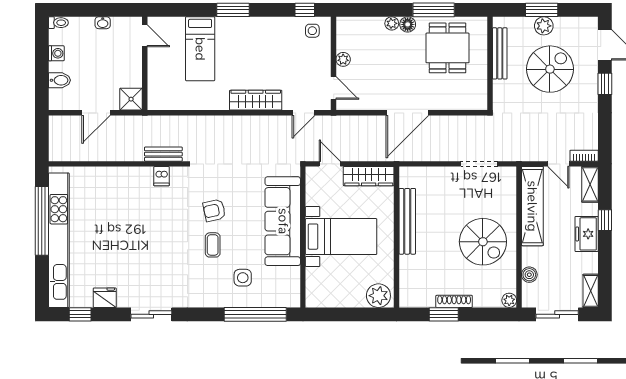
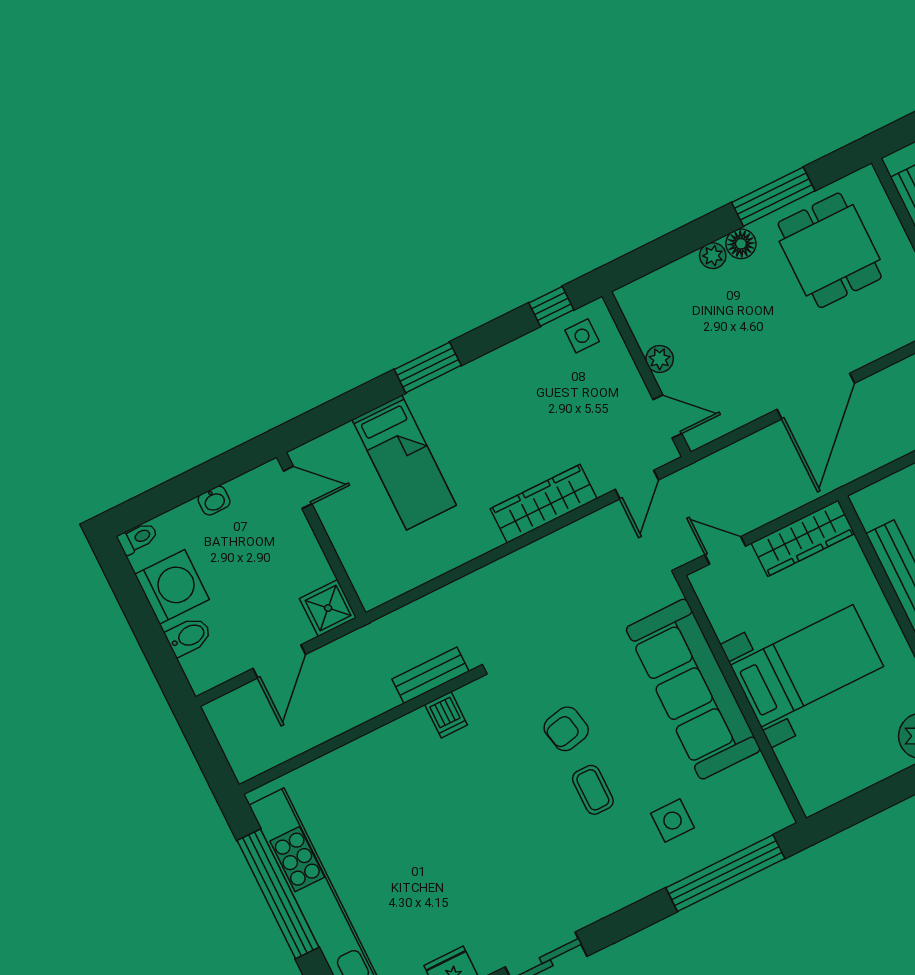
washing machine: (56, 53) -> (172, 587), width x1.89, depth x1.89

